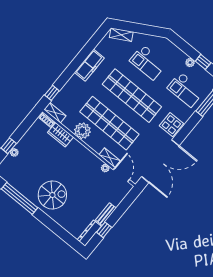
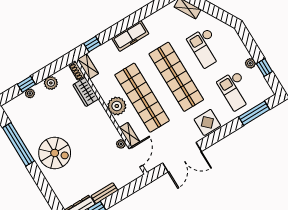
freezer: (89, 65) -> (130, 36), moved
plant: (82, 131) -> (117, 106), moved
plant: (29, 137) -> (51, 83), added
double door: (160, 161) -> (182, 157), width x0.73

